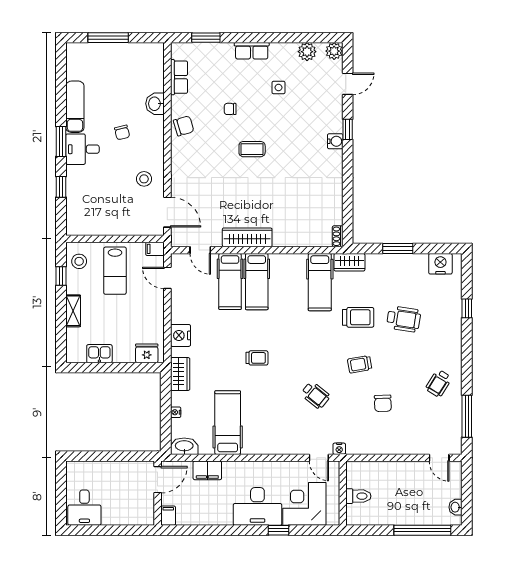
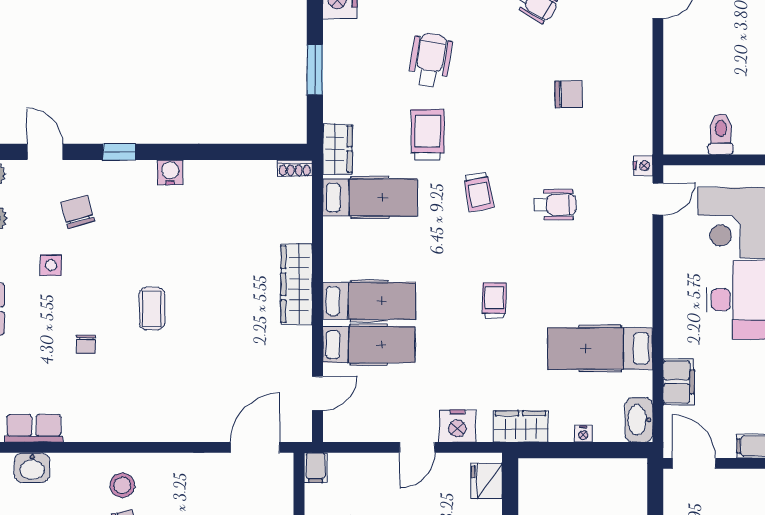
washbasin: (155, 104) -> (32, 468), moved
chair: (184, 126) -> (78, 212), moved
water cooler: (335, 141) -> (170, 172), moved
stool: (144, 179) -> (122, 485), moved
wardrobe: (247, 237) -> (297, 284), moved
door: (167, 278) -> (417, 447), moved
trolley: (360, 364) -> (479, 192), moved
wheelchair: (315, 395) -> (555, 205), turned 51

